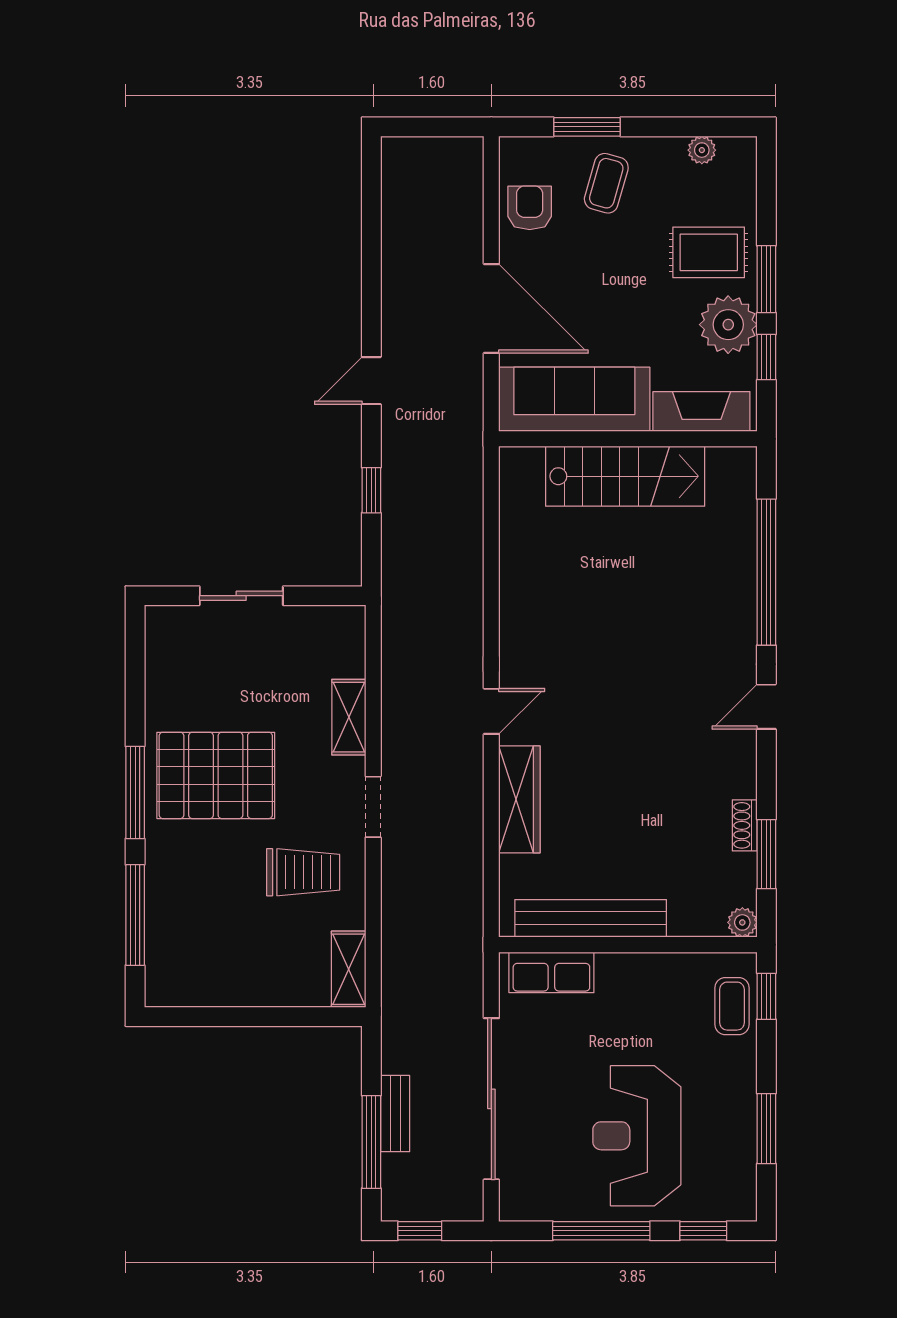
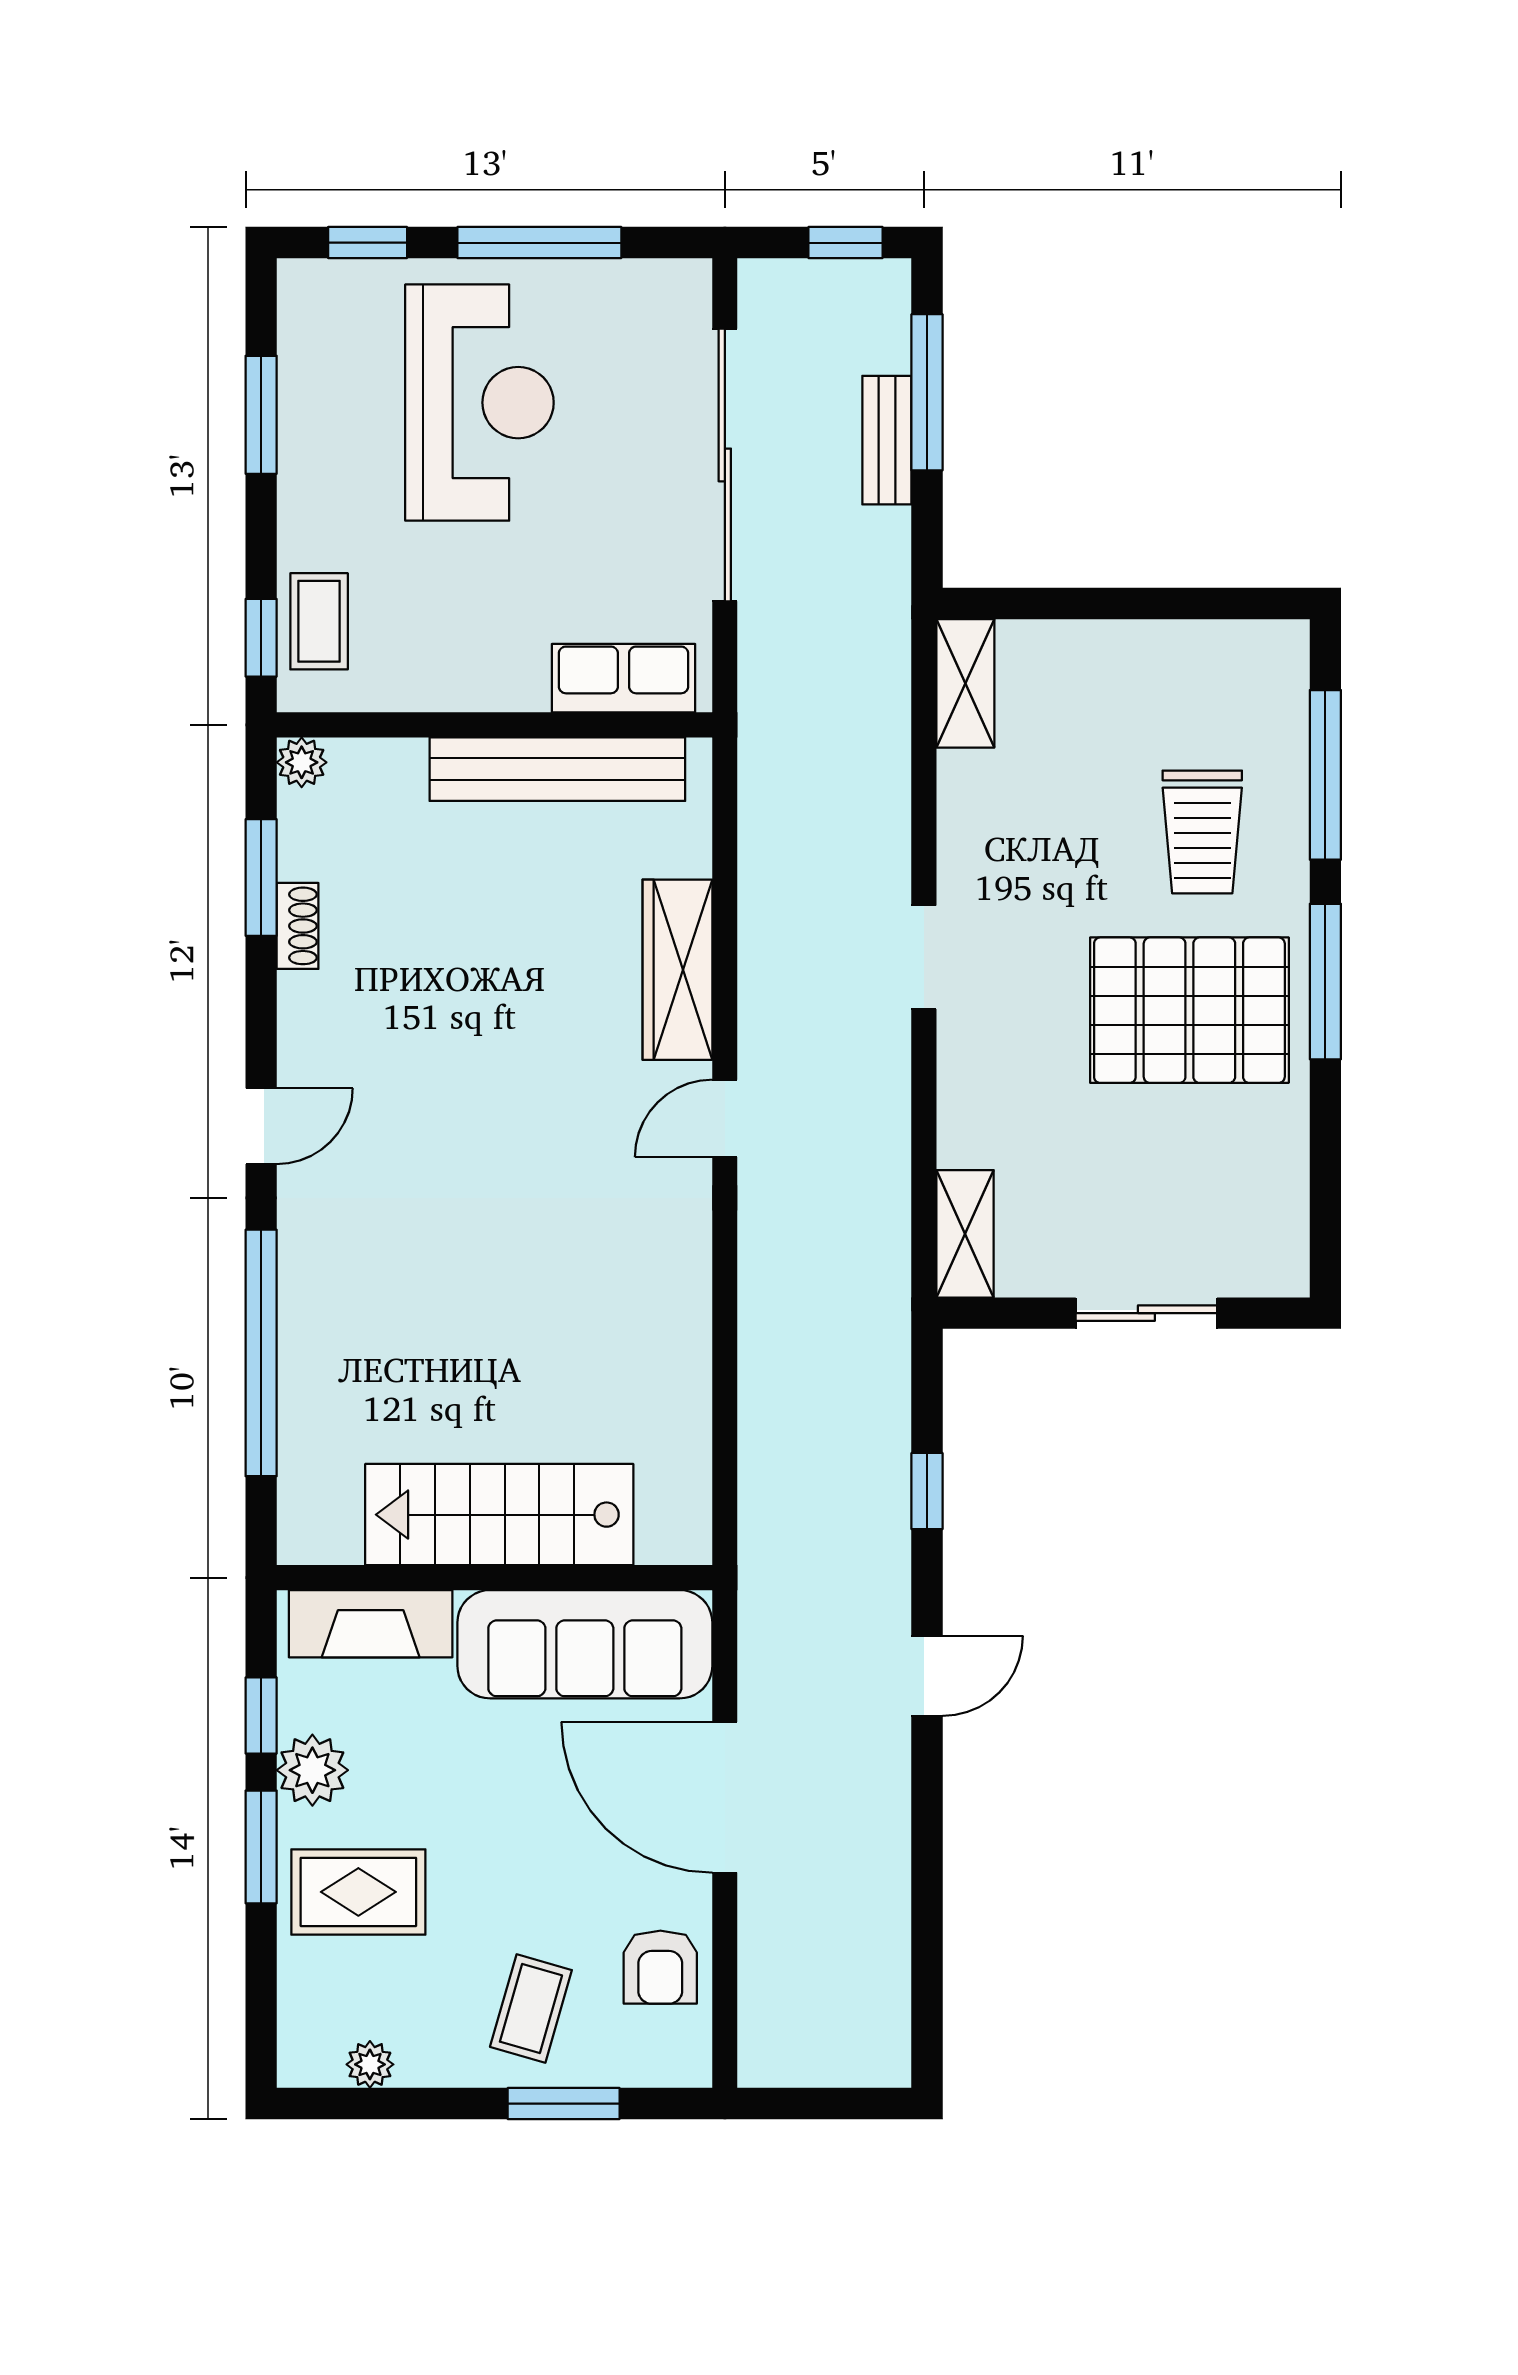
plant: (728, 325) -> (312, 1770), width x0.73, depth x0.73
shelving: (349, 717) -> (965, 1234), moved
trolley: (303, 872) -> (1202, 832), moved, turned -90

